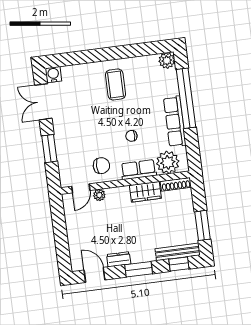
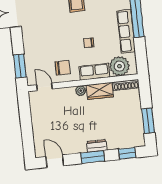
window: (49, 149) -> (20, 66), moved
door: (81, 188) -> (45, 87), swing flipped
plant: (99, 195) -> (81, 91), moved
bench: (178, 252) -> (126, 143), removed
dresser: (119, 259) -> (97, 146), moved

